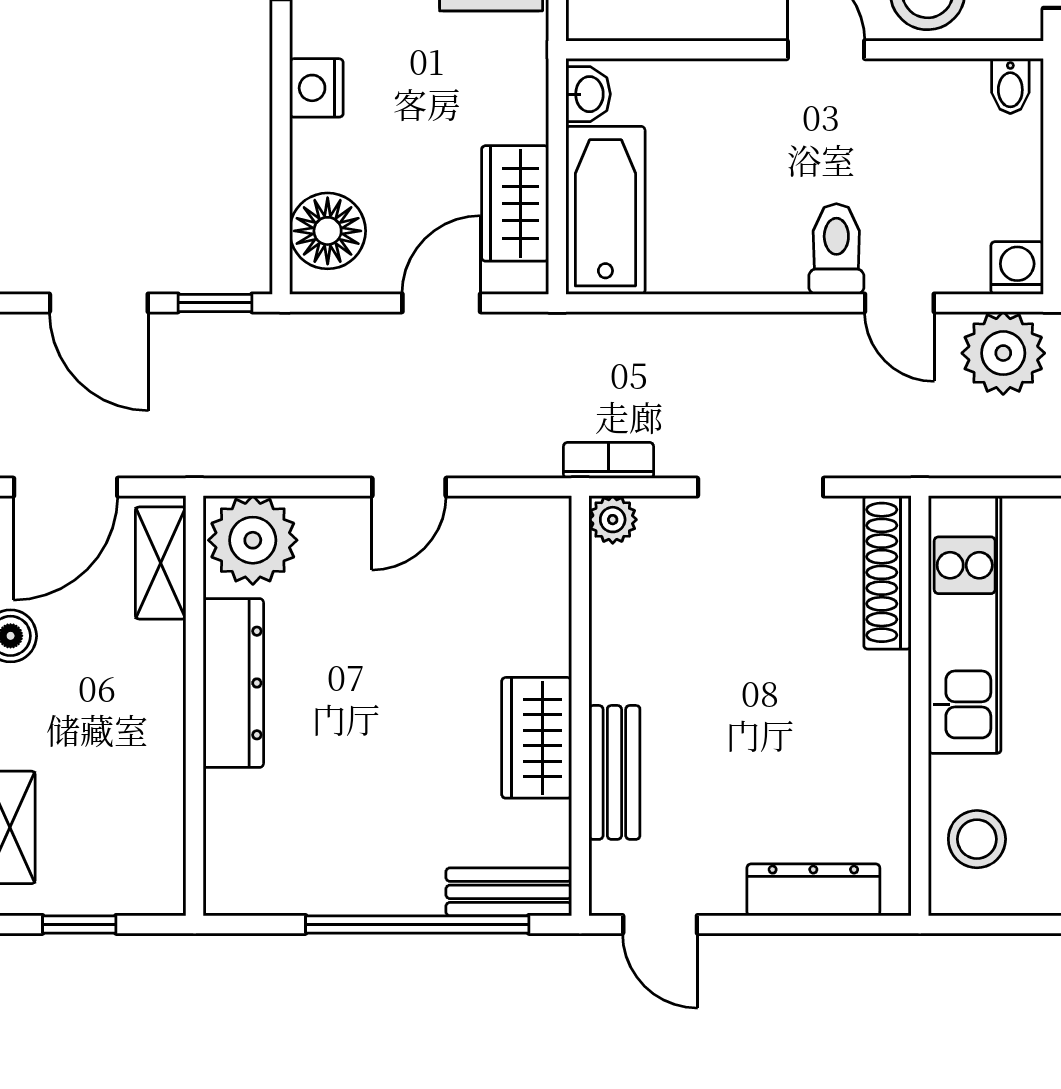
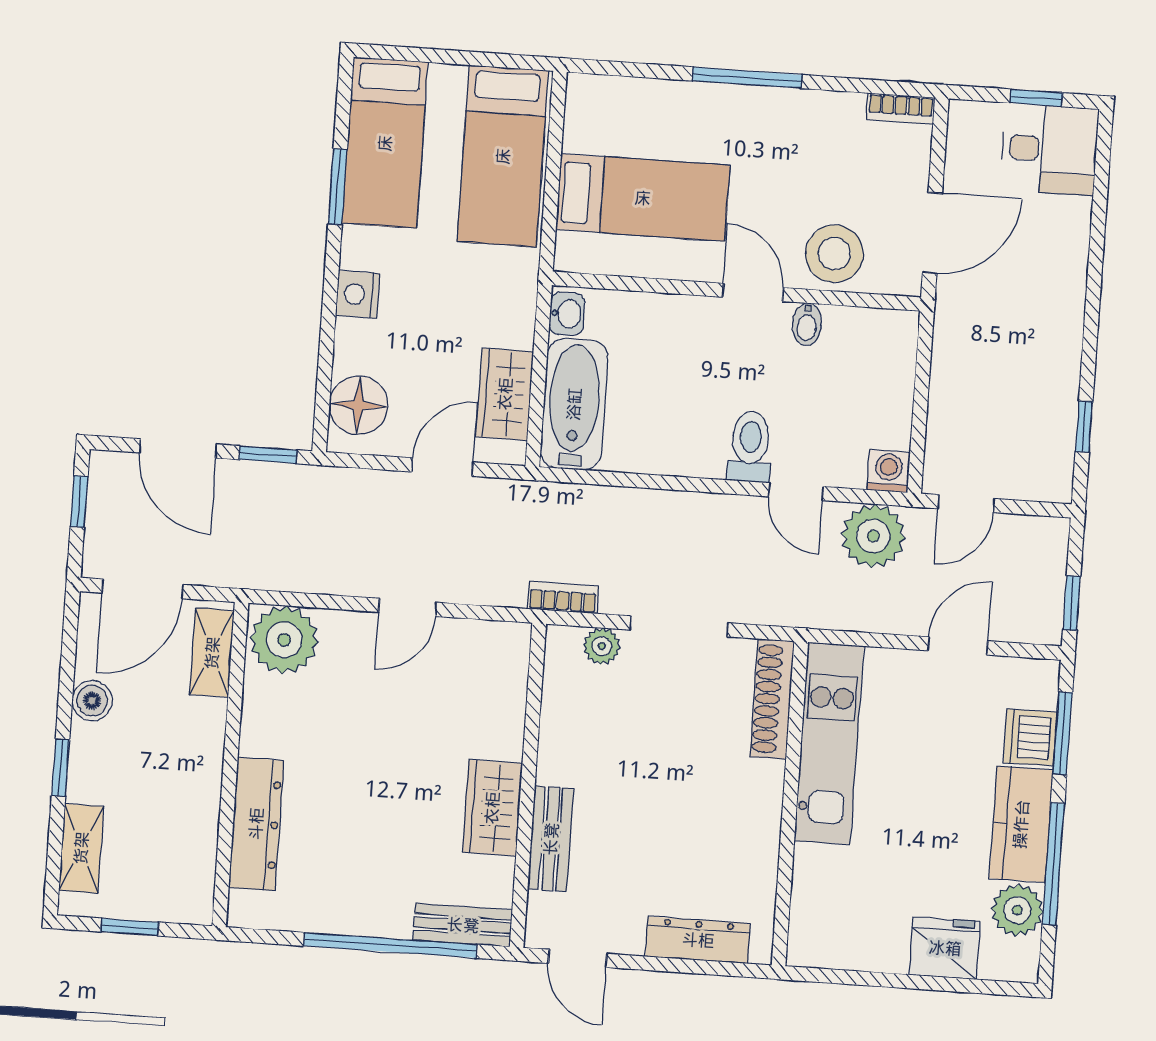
bidet: (1010, 86) -> (807, 324), moved
plant: (613, 520) -> (602, 646), moved
dresser: (233, 683) -> (256, 824), moved
stool: (977, 839) -> (827, 910), removed

